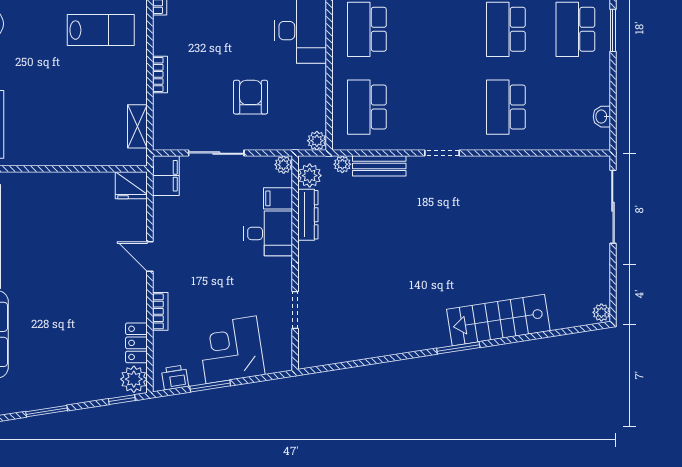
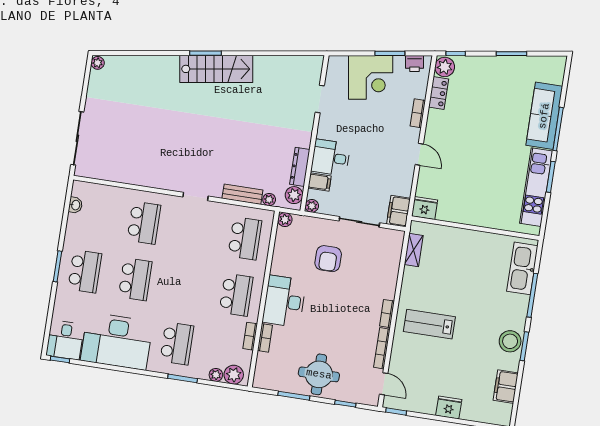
bookcase: (160, 74) -> (387, 314), moved
stairs: (498, 320) -> (216, 69), moved

